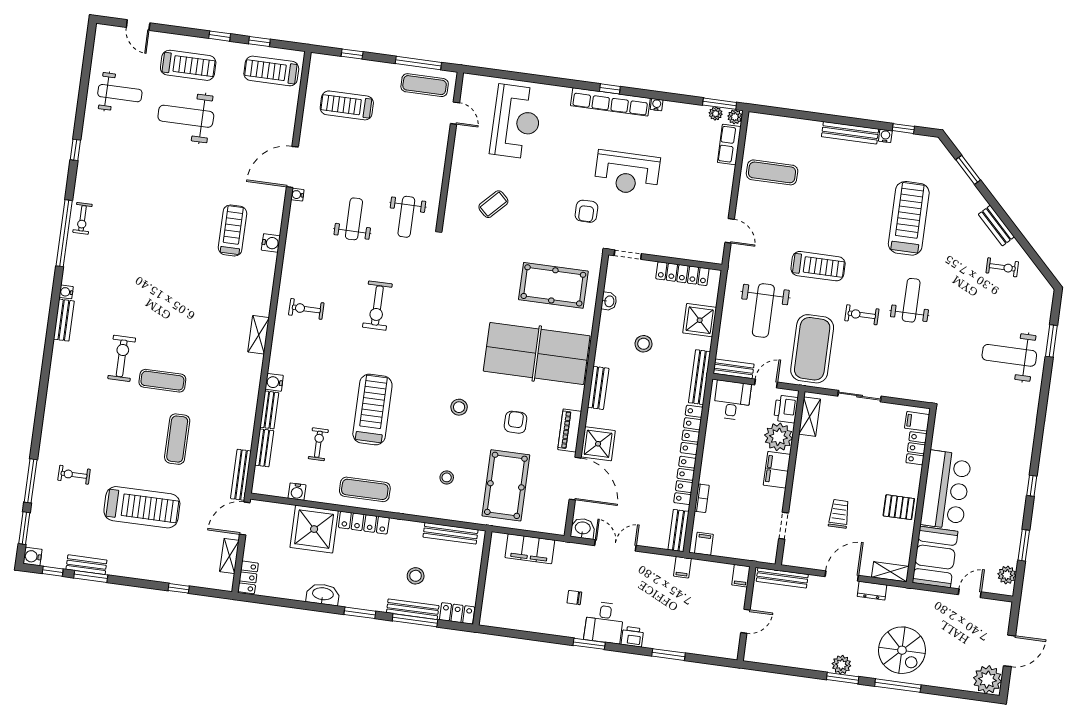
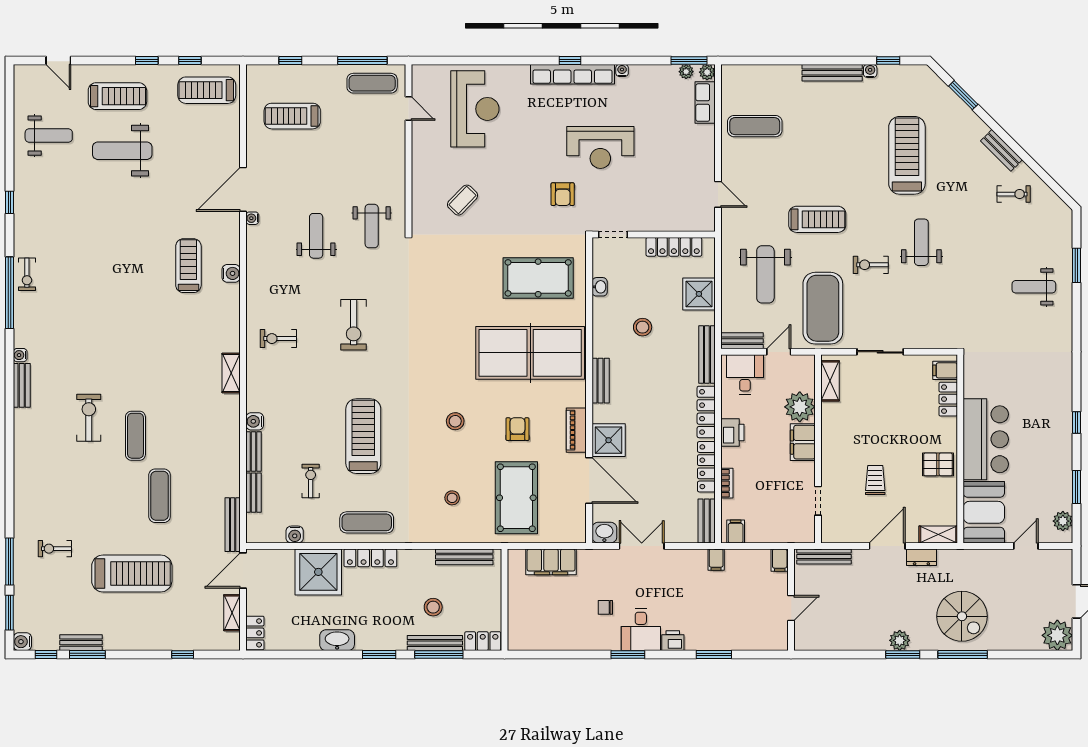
weight bench: (1009, 355) -> (1034, 287), width x0.73, depth x0.75
exercise mat: (162, 381) -> (135, 436), turned 90
printer: (786, 409) -> (732, 433), moved, turned 180

